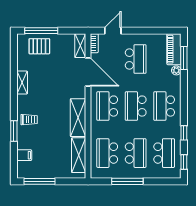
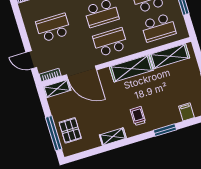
door: (88, 72) -> (81, 72), swing flipped
school desk: (107, 106) -> (110, 42), turned 180
trolley: (29, 120) -> (138, 116), moved

